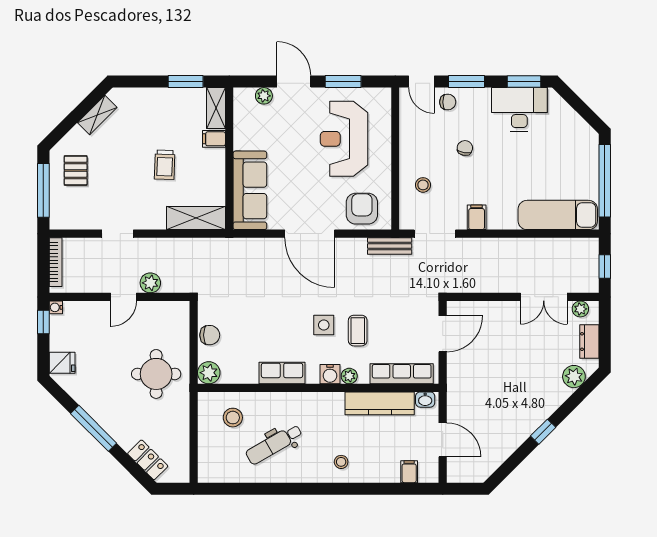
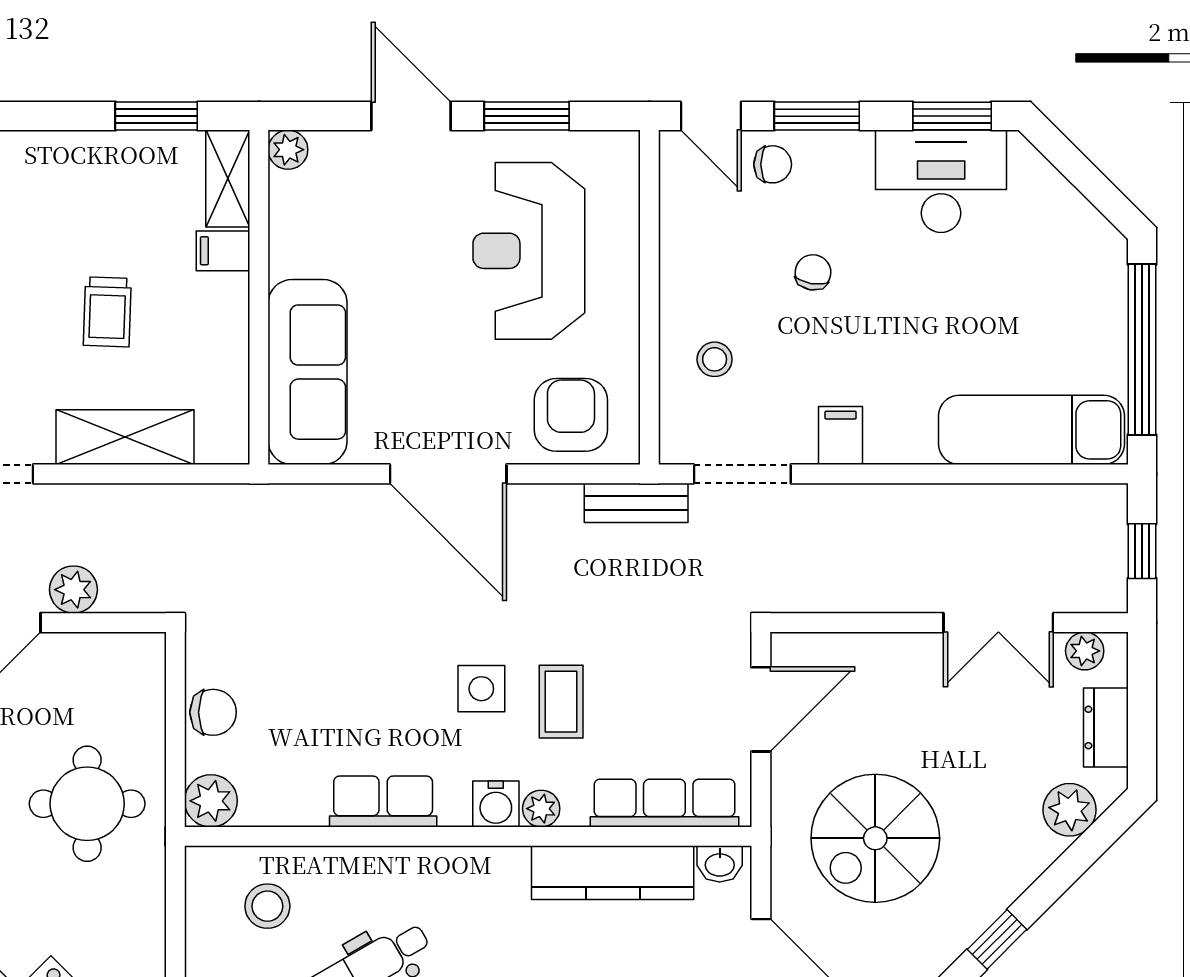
plant: (264, 96) -> (288, 150), moved
shelving: (196, 218) -> (125, 437), moved
spiral stairs: (491, 389) -> (875, 838), added

